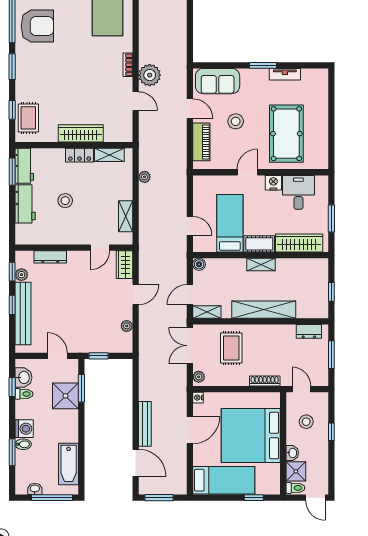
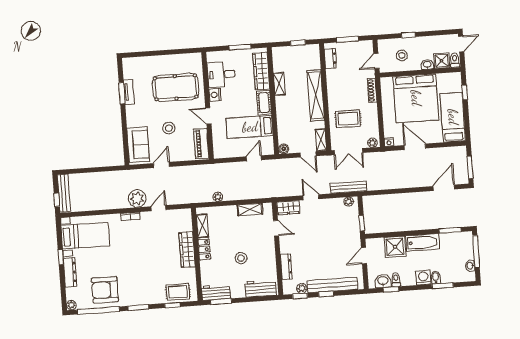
armchair: (37, 26) -> (105, 290), turned -90
window: (263, 65) -> (122, 93), moved
piano: (201, 142) -> (201, 144), moved, turned -90
workbench: (25, 204) -> (261, 288), moved
shelving: (261, 264) -> (279, 84), moved
plant: (127, 326) -> (349, 202), moved
window: (81, 388) -> (450, 230), moved
bench: (145, 424) -> (348, 187), moved
bathtub: (69, 464) -> (423, 242), moved

